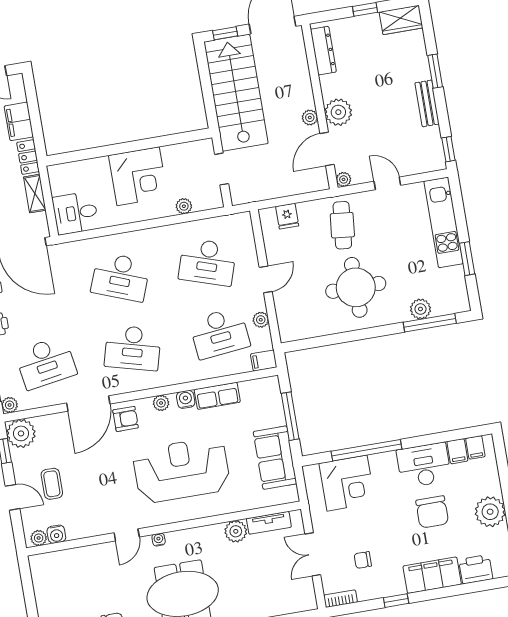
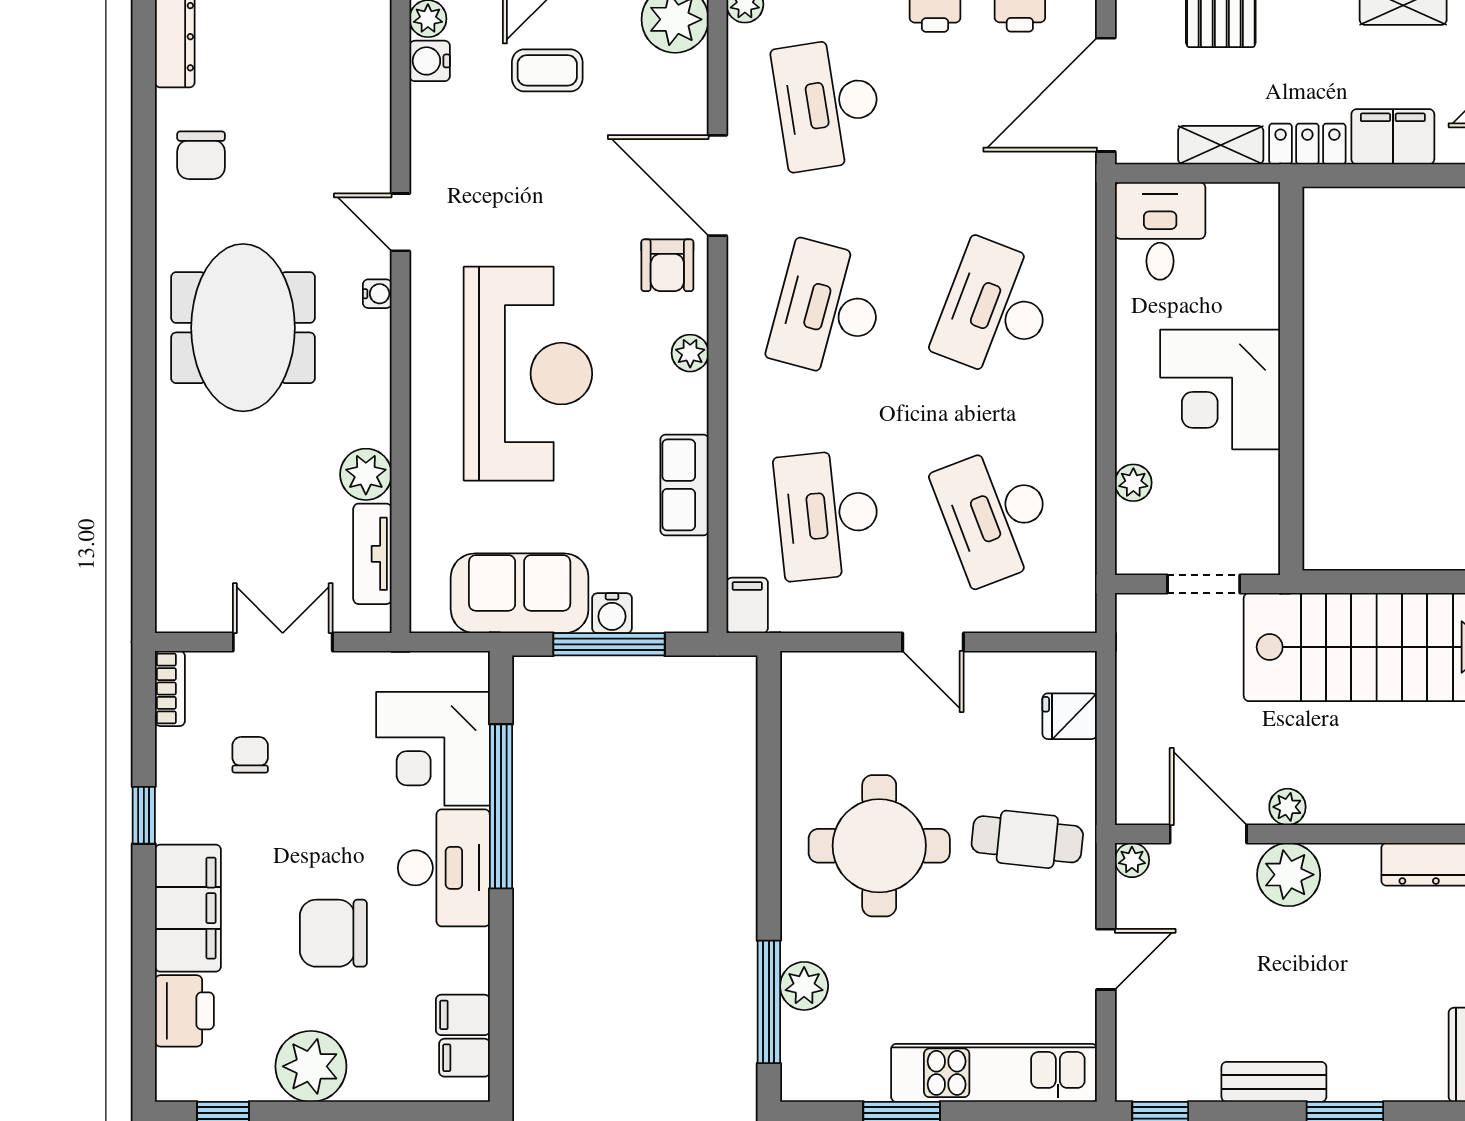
desk: (207, 262) -> (996, 515), turned -39
plant: (261, 320) -> (842, 615), removed
water cooler: (186, 399) -> (612, 613), moved, turned 90
desk: (424, 465) -> (444, 868), moved

